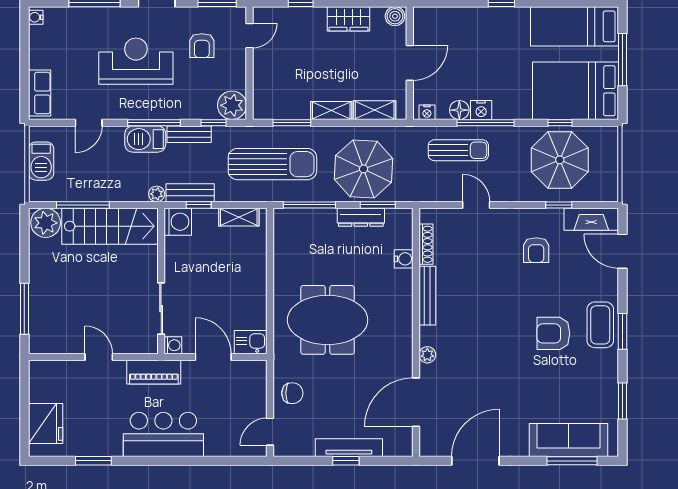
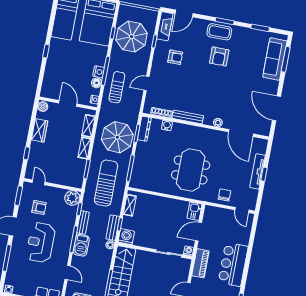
dresser: (361, 217) -> (144, 129), moved

